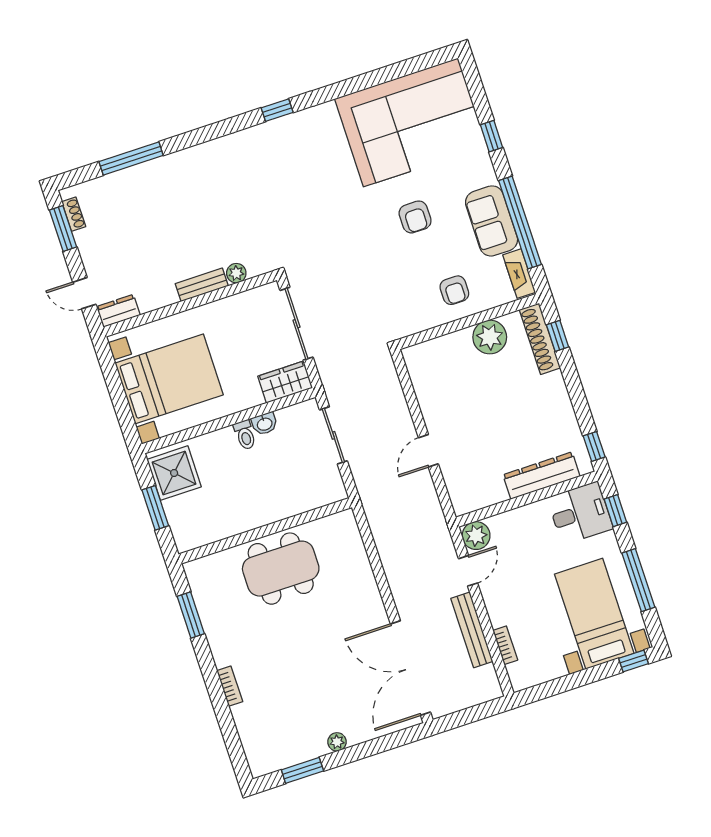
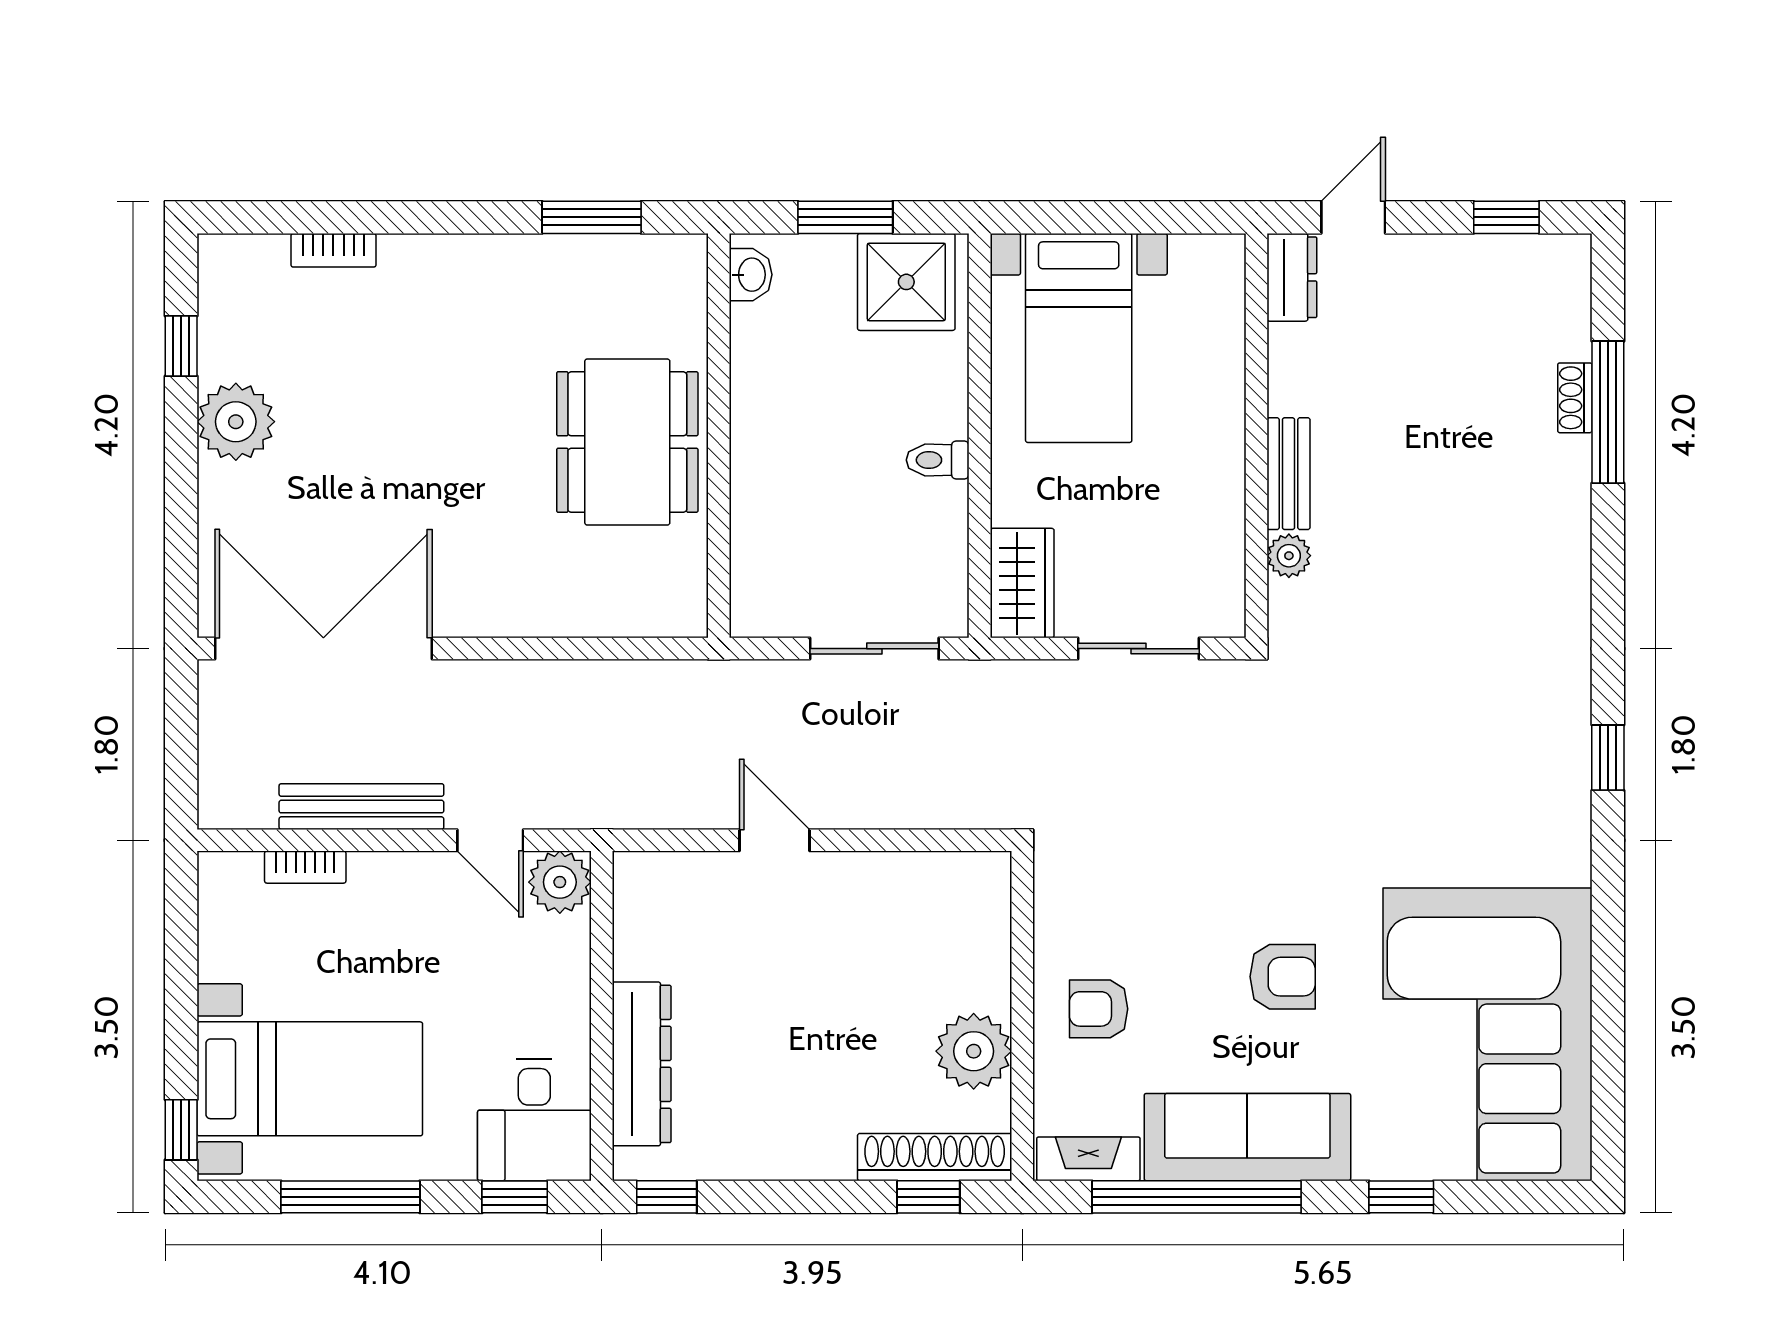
shoe rack: (74, 214) -> (1575, 398), moved, turned 90
armchair: (415, 217) -> (1283, 977), turned 180
sofa: (492, 221) -> (1247, 1137), width x1.36
window: (63, 229) -> (1506, 217), width x0.67
sliding door: (297, 324) -> (1138, 649), width x0.73
bed with nightstands: (169, 379) -> (1079, 338), width x0.73
washbasin: (265, 424) -> (751, 275), moved, turned 180
bookcase: (230, 686) -> (333, 250), moved
plant: (337, 742) -> (236, 422), width x1.87, depth x1.87
window: (302, 770) -> (181, 346), width x0.67

